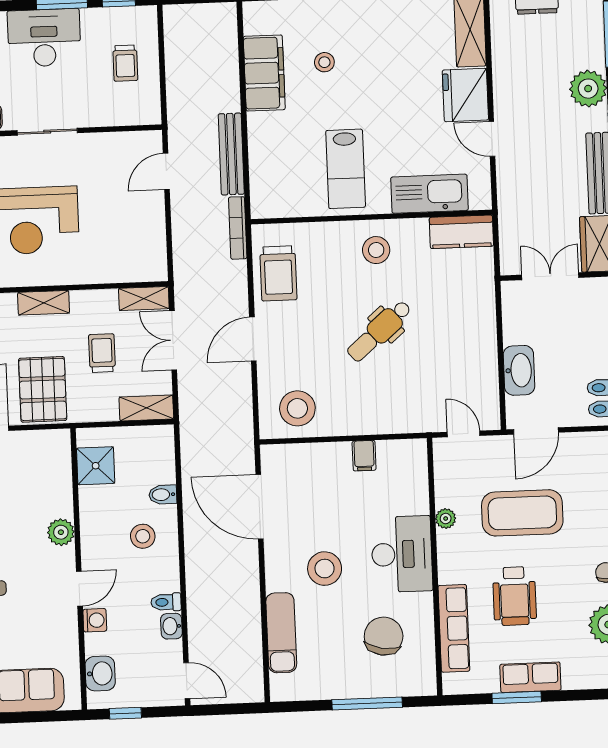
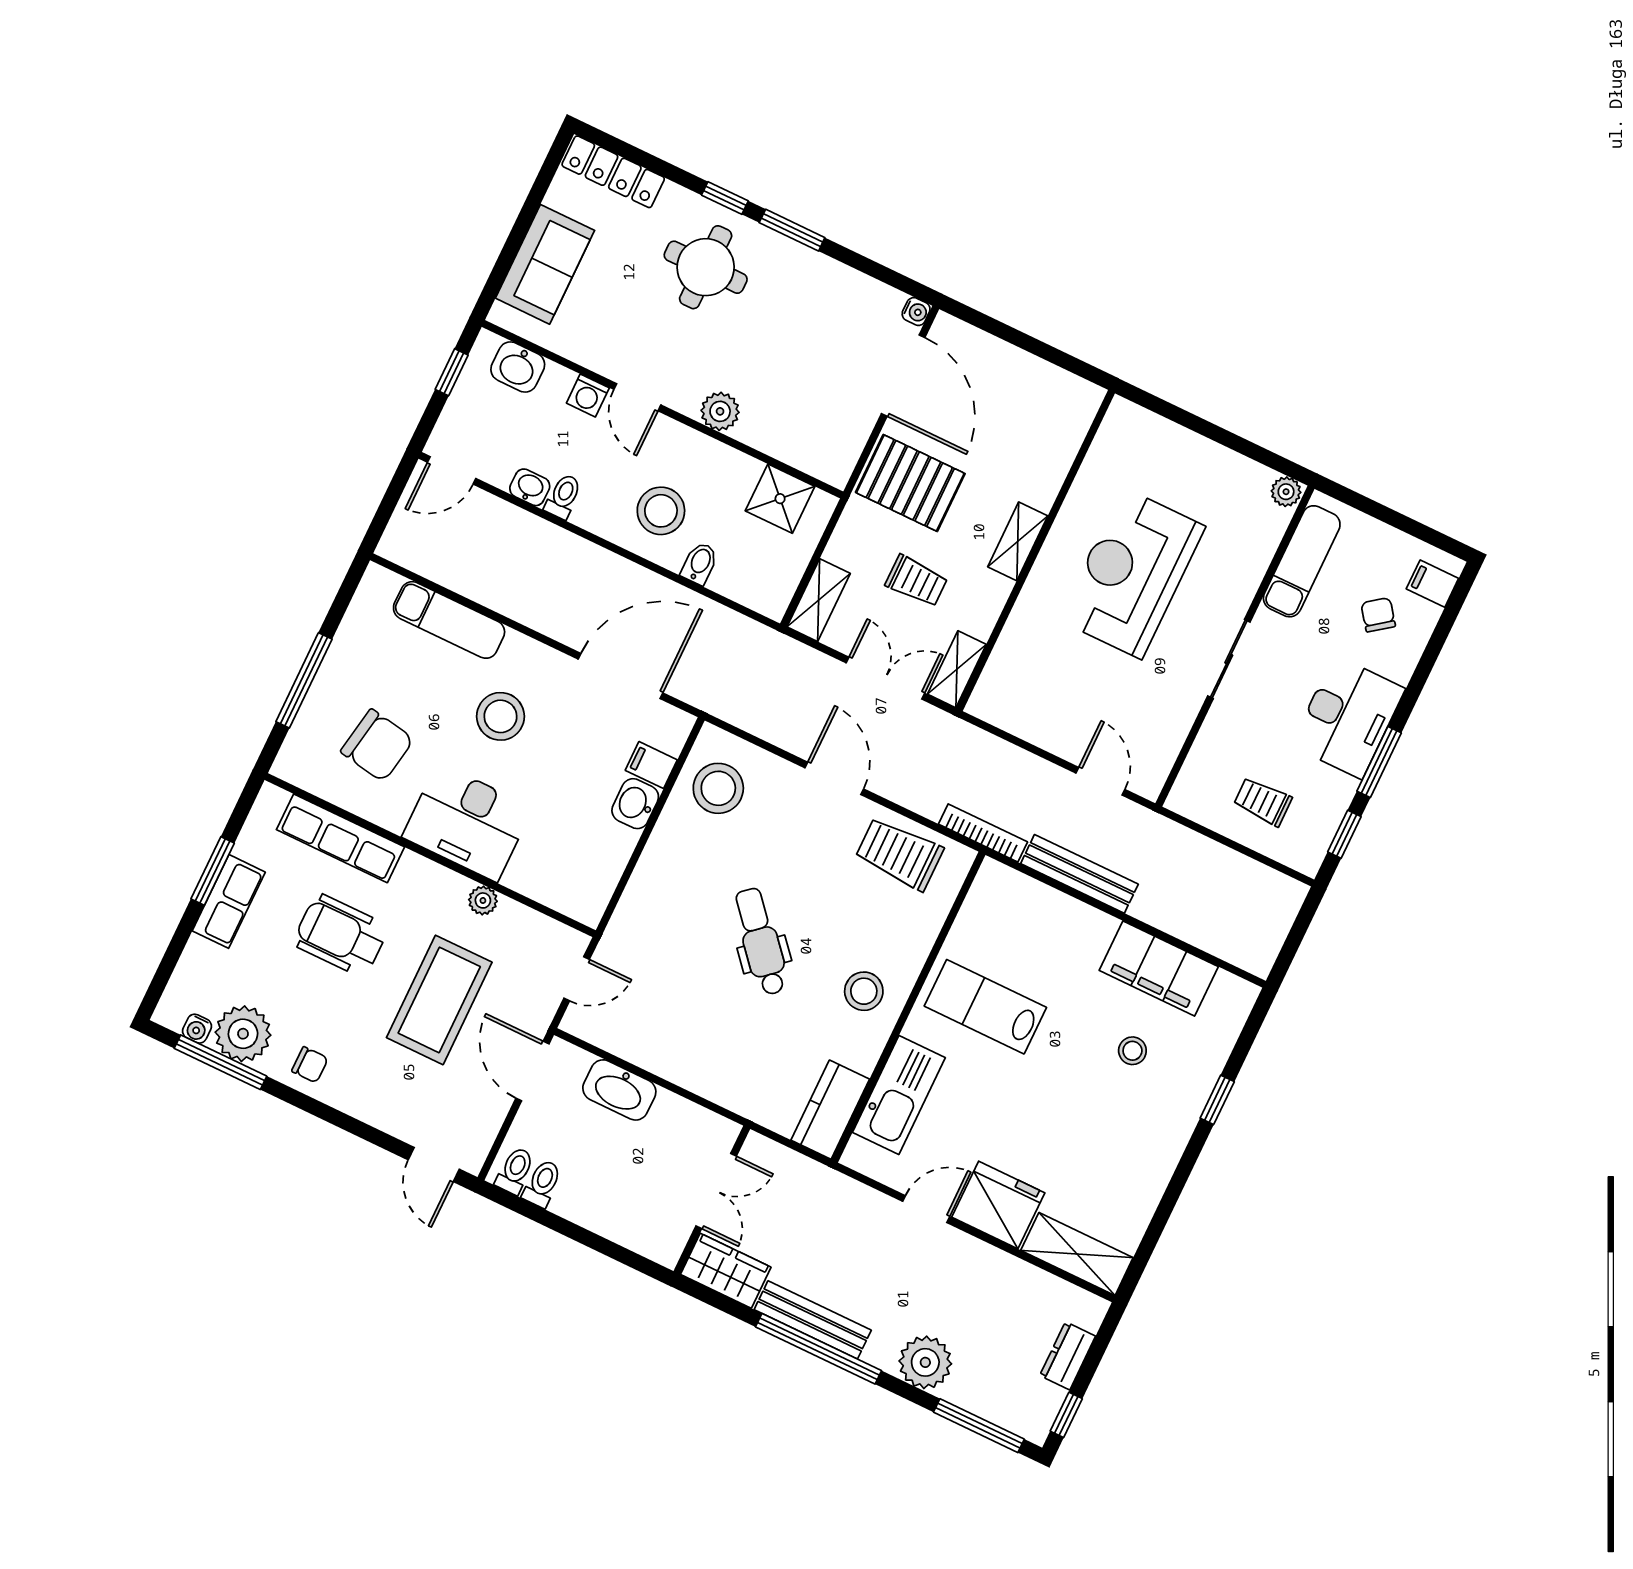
washbasin: (335, 455) -> (635, 804), added
filing cabinet: (364, 456) -> (651, 765), moved
stool: (143, 536) -> (661, 511), width x1.38, depth x1.38

